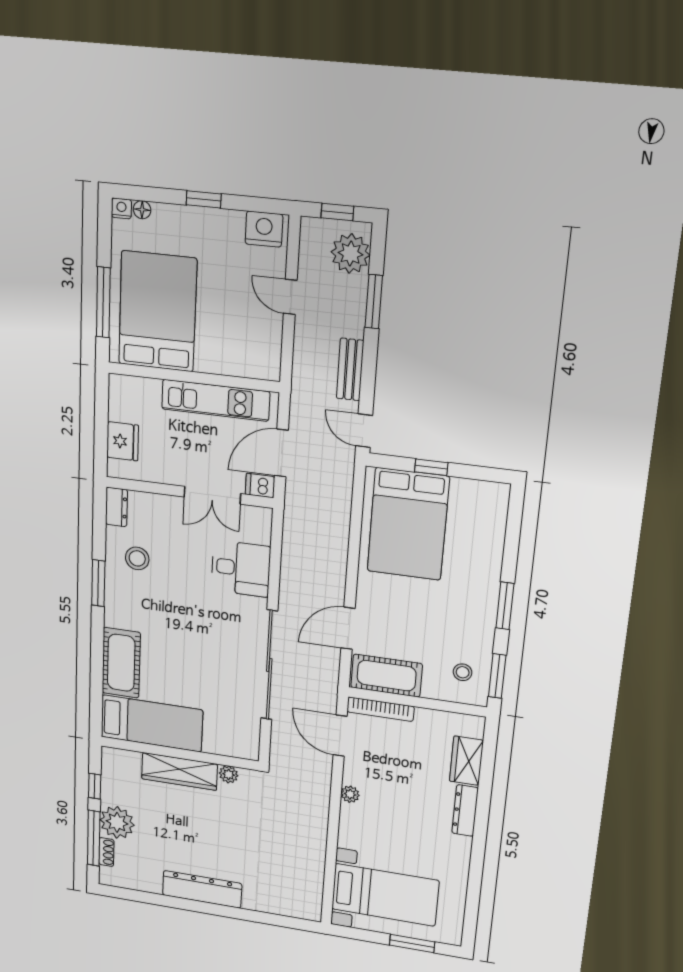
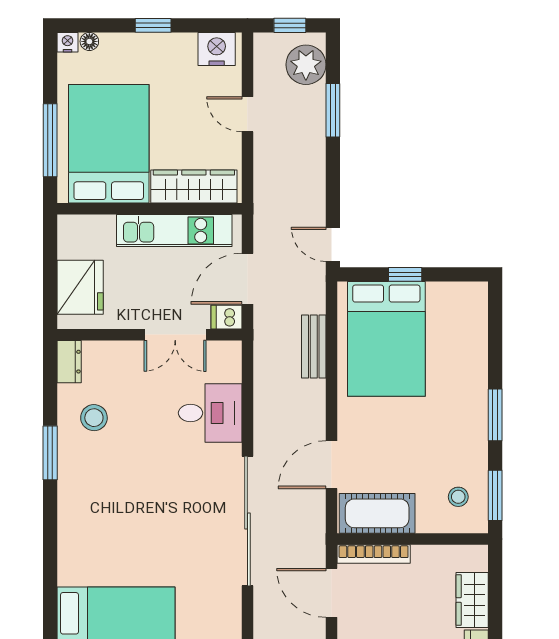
wardrobe: (236, 361) -> (194, 187), added
bench: (350, 369) -> (314, 347), moved
fridge: (123, 441) -> (80, 287), width x1.36, depth x1.34
cot: (121, 663) -> (79, 544), removed

